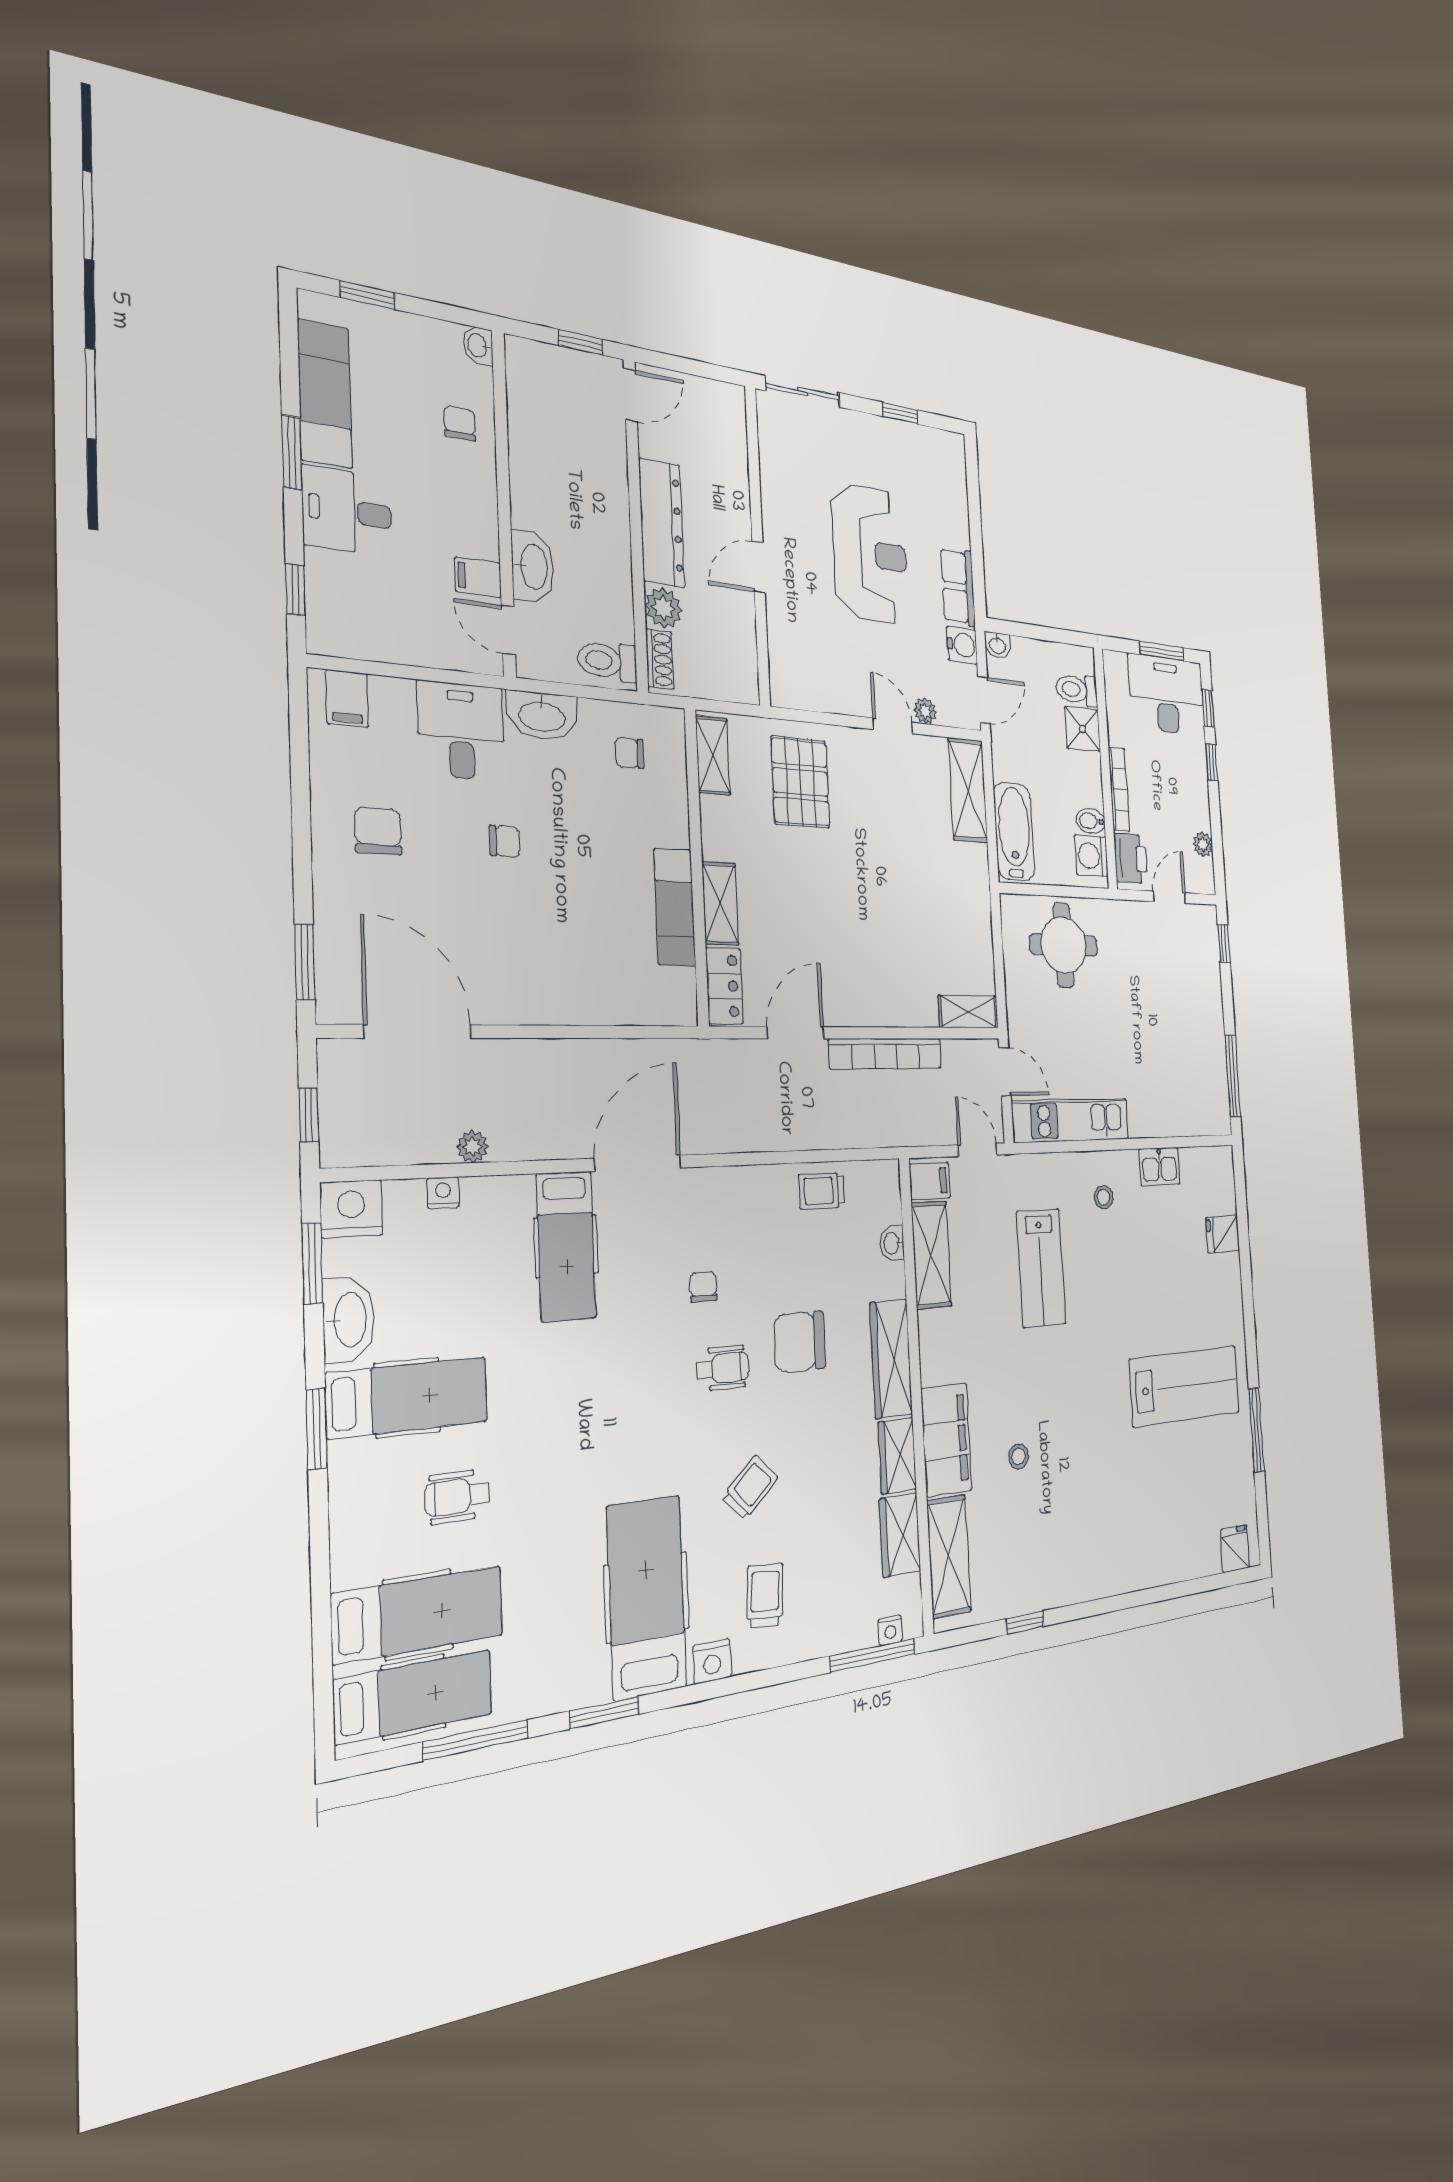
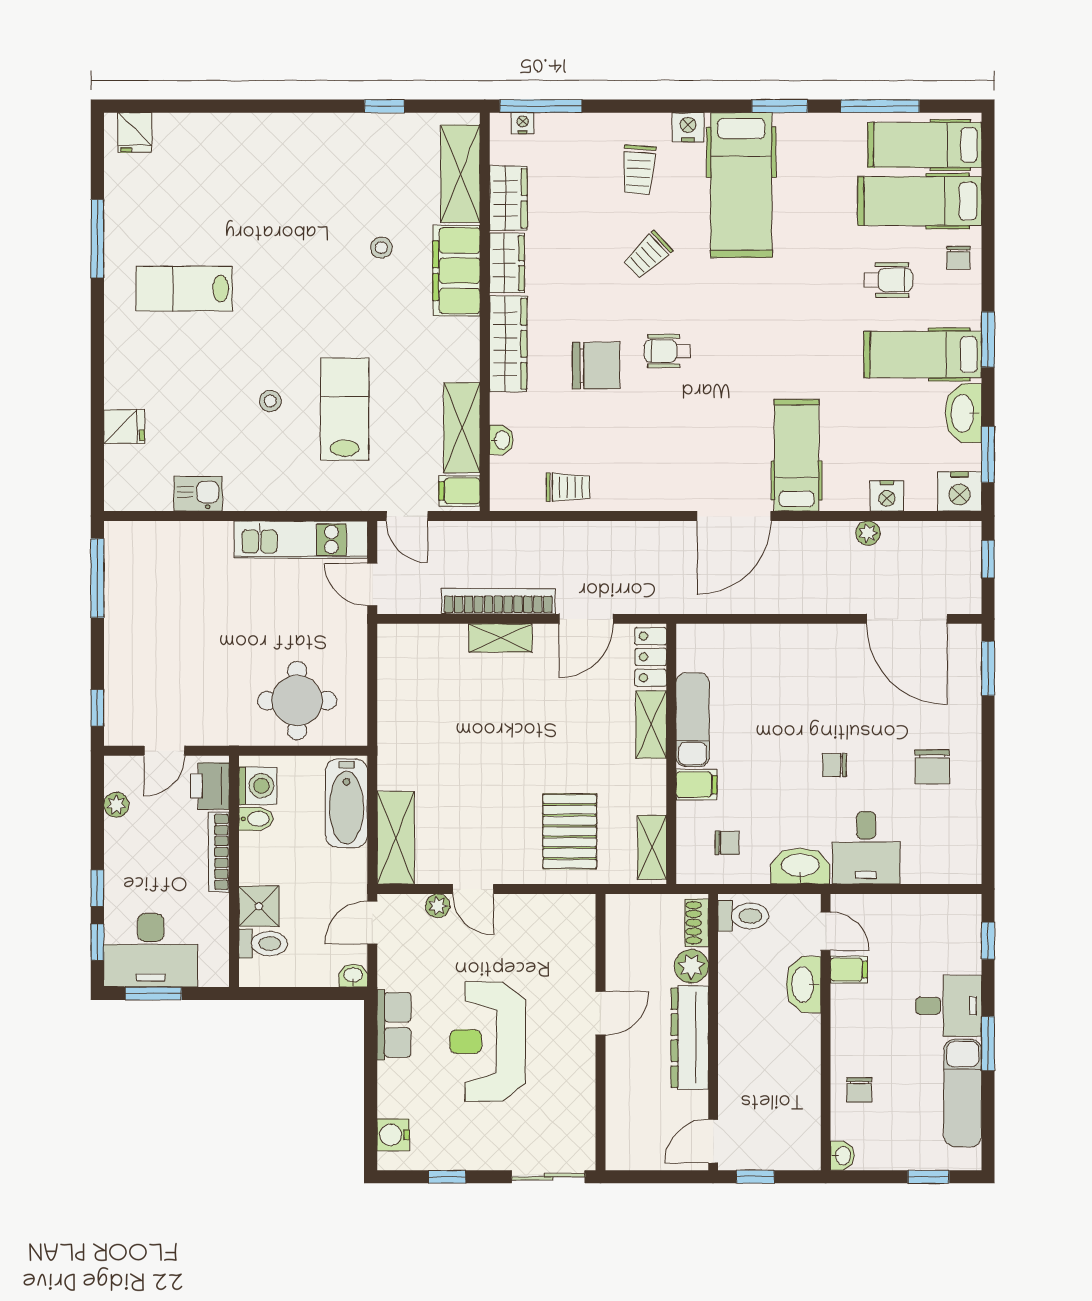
water cooler: (962, 645) -> (393, 1135), moved
filing cabinet: (347, 699) -> (696, 785), moved, turned 90
shelving: (968, 1012) -> (500, 638), moved
nightstand: (443, 1193) -> (887, 496), width x1.39, depth x1.35
stool: (1104, 1197) -> (270, 401), moved
chair: (703, 1287) -> (958, 258), moved
lab bench: (1185, 1386) -> (184, 289), width x0.73, depth x0.72

